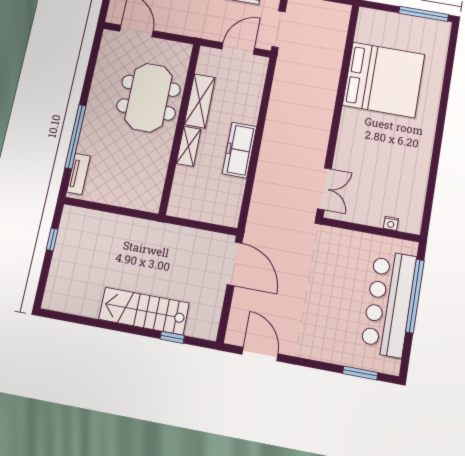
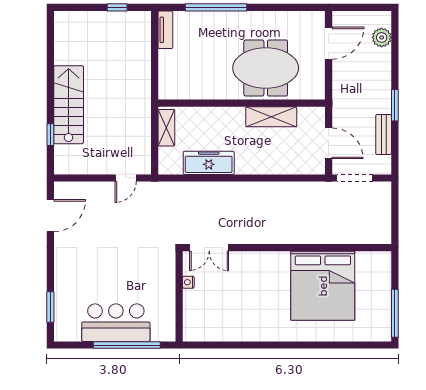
shelving: (189, 146) -> (166, 128), moved, turned 90
freezer: (239, 150) -> (209, 163), moved
tv unit: (78, 174) -> (165, 30), moved, turned -90
nightstand: (391, 223) -> (188, 282), moved
door: (235, 264) -> (126, 178), width x0.53
bar counter: (389, 303) -> (116, 323), width x0.73

